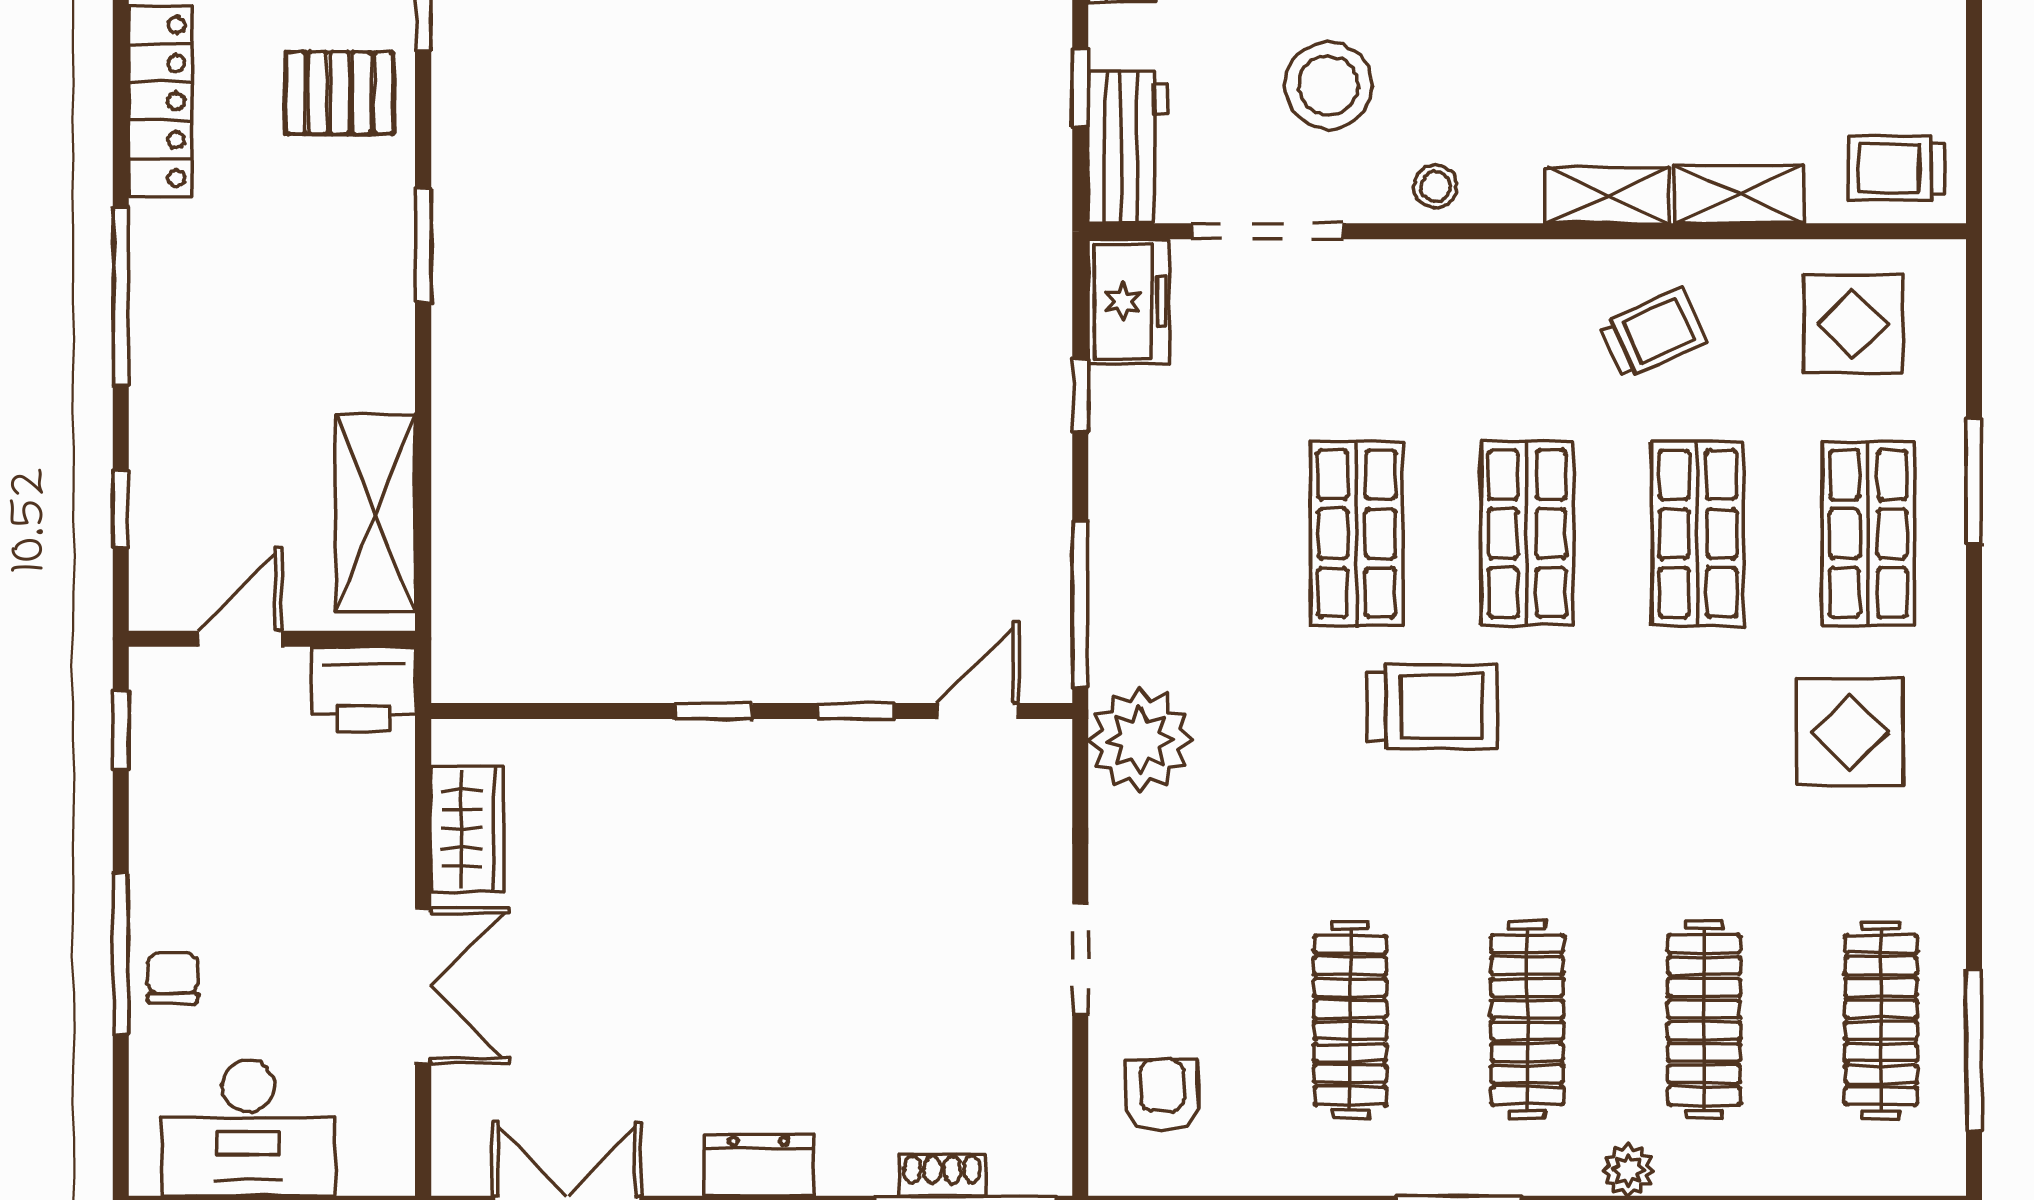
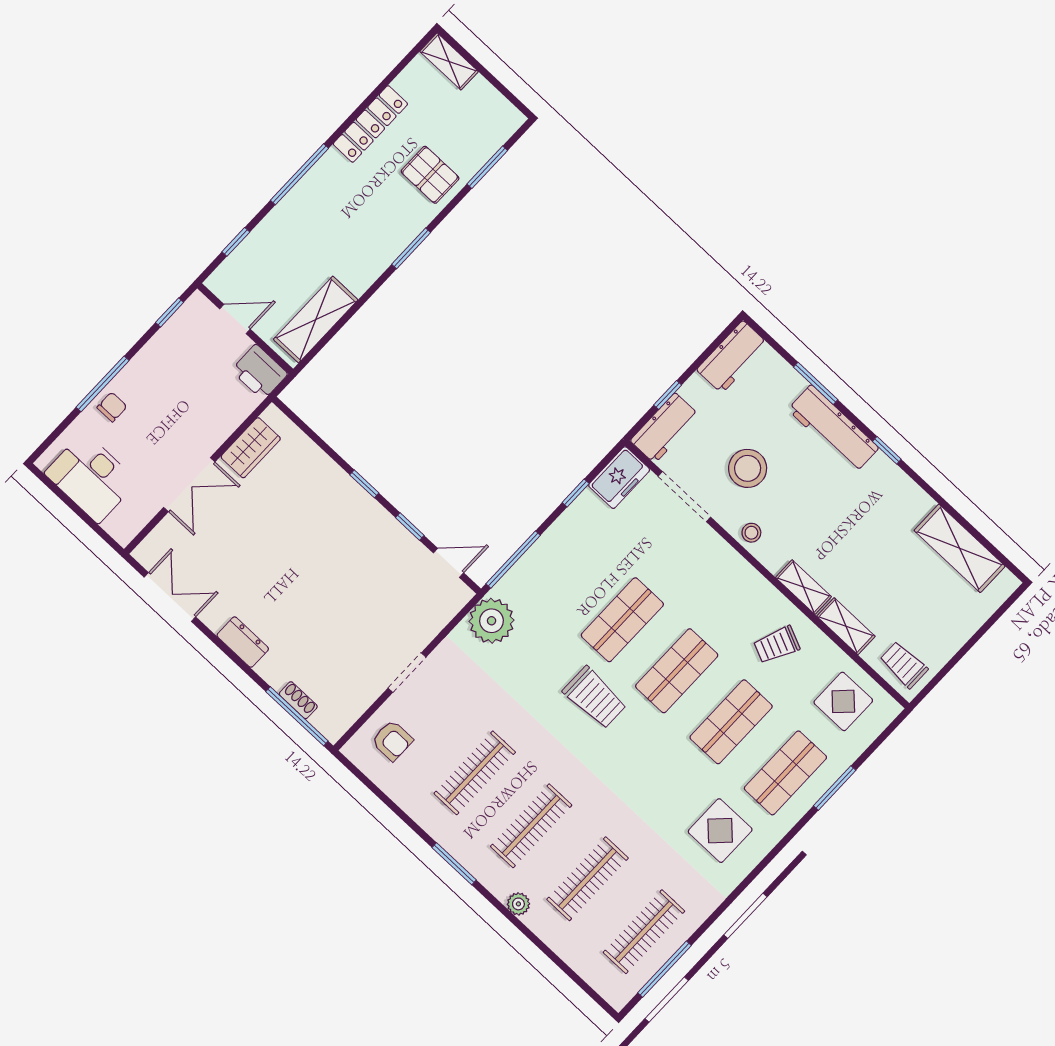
trolley: (1653, 334) -> (777, 645), turned 138
armchair: (1162, 1095) -> (392, 741), turned 90

